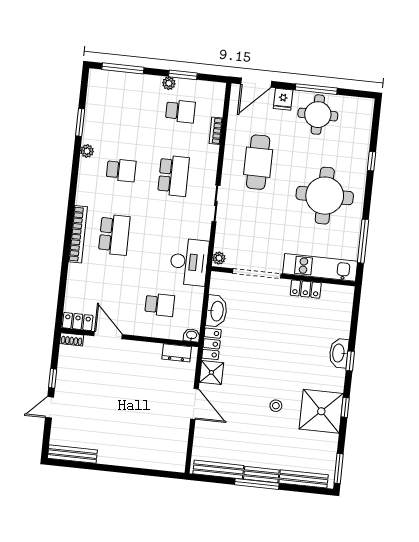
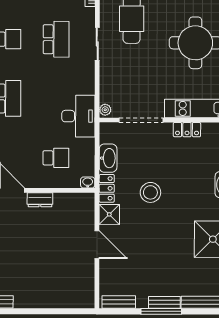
sliding door: (216, 203) -> (97, 44), moved
dresser: (177, 353) -> (40, 200), moved
stool: (276, 406) -> (150, 192), moved, width x1.89, depth x1.89
bench: (218, 470) -> (119, 302), width x0.73

